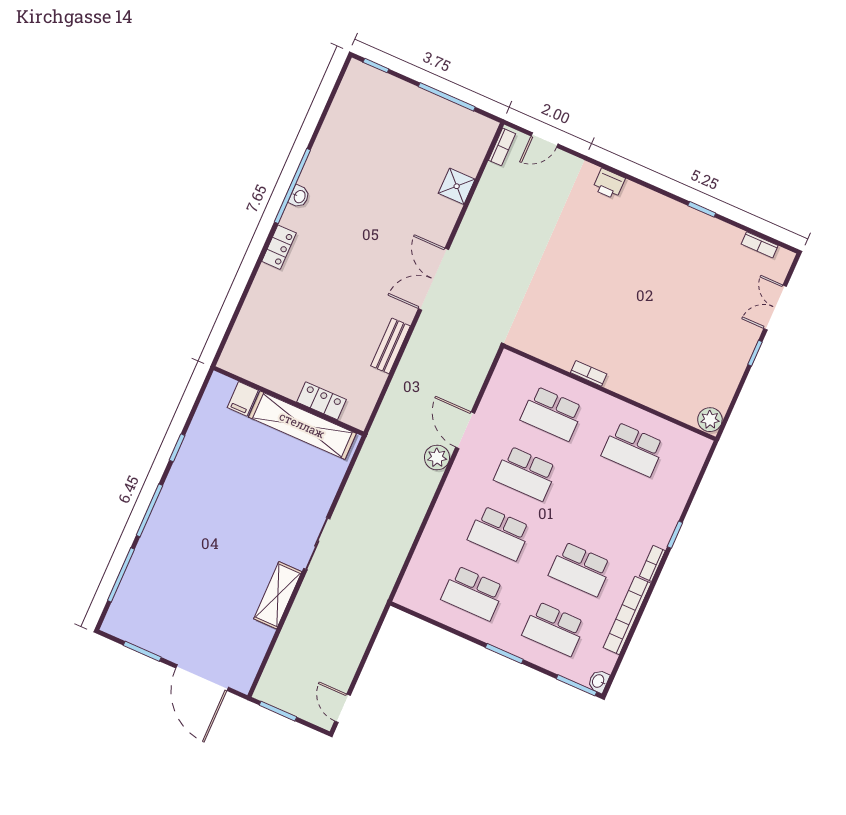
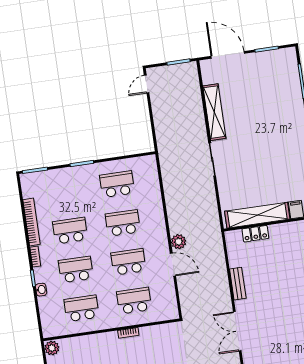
double door: (433, 279) -> (237, 331), swing flipped
shelving: (278, 595) -> (214, 112), width x1.47
school desk: (554, 629) -> (76, 270), moved
washbasin: (599, 681) -> (41, 290), moved
door: (343, 708) -> (147, 84), swing flipped

